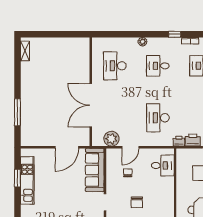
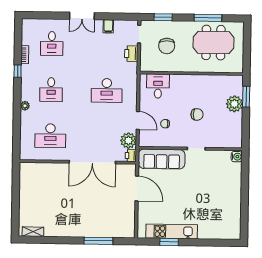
printer: (179, 141) -> (131, 155), moved

